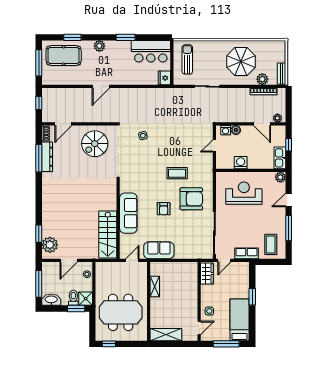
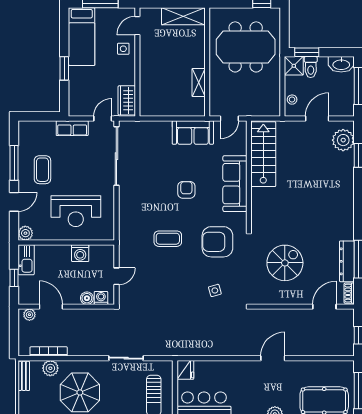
spiral stairs: (95, 144) -> (285, 263), moved
armchair: (191, 199) -> (217, 242), moved
coffee table: (271, 244) -> (42, 170), moved

